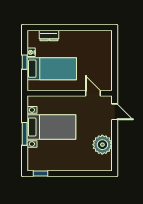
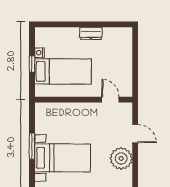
dresser: (49, 35) -> (91, 33), moved
door: (115, 112) -> (135, 134), moved
bed with nightstands: (51, 127) -> (63, 158), moved

